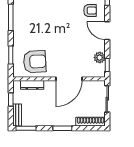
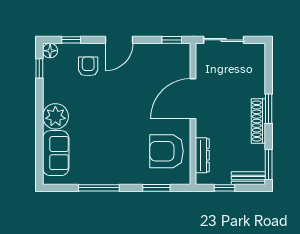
plant: (100, 58) -> (160, 52), removed
armchair: (35, 62) -> (167, 151), turned -87
door: (69, 79) -> (193, 99), swing flipped
shoe rack: (91, 122) -> (258, 121), moved

